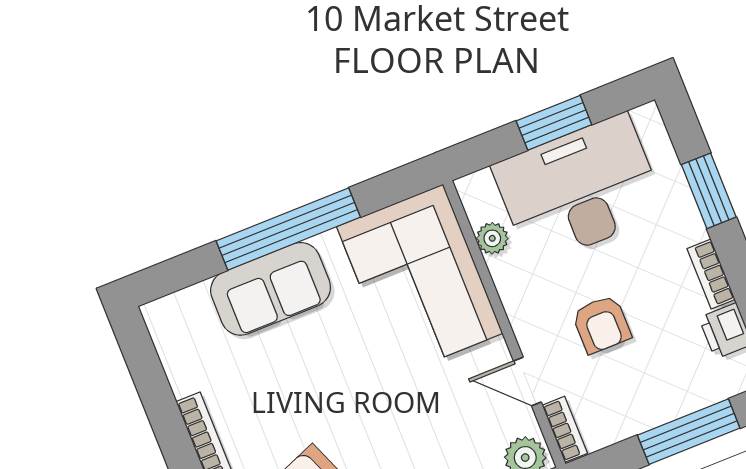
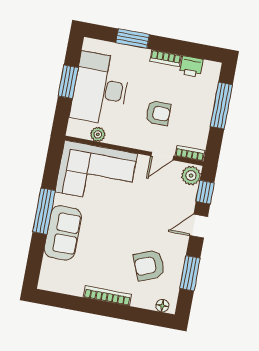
window: (288, 229) -> (44, 211), width x0.68

